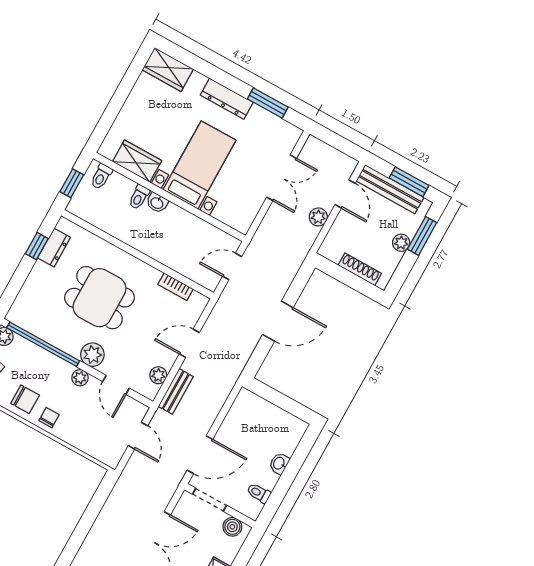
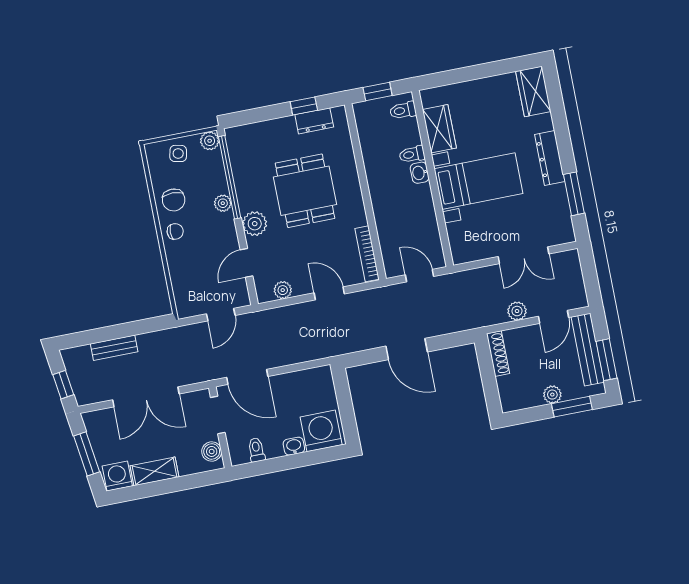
shoe rack: (360, 269) -> (498, 354), moved
bookcase: (176, 287) -> (367, 254), width x1.56
plant: (80, 378) -> (223, 203), moved
bench: (176, 391) -> (114, 348), moved
washing machine: (285, 434) -> (321, 431), added

